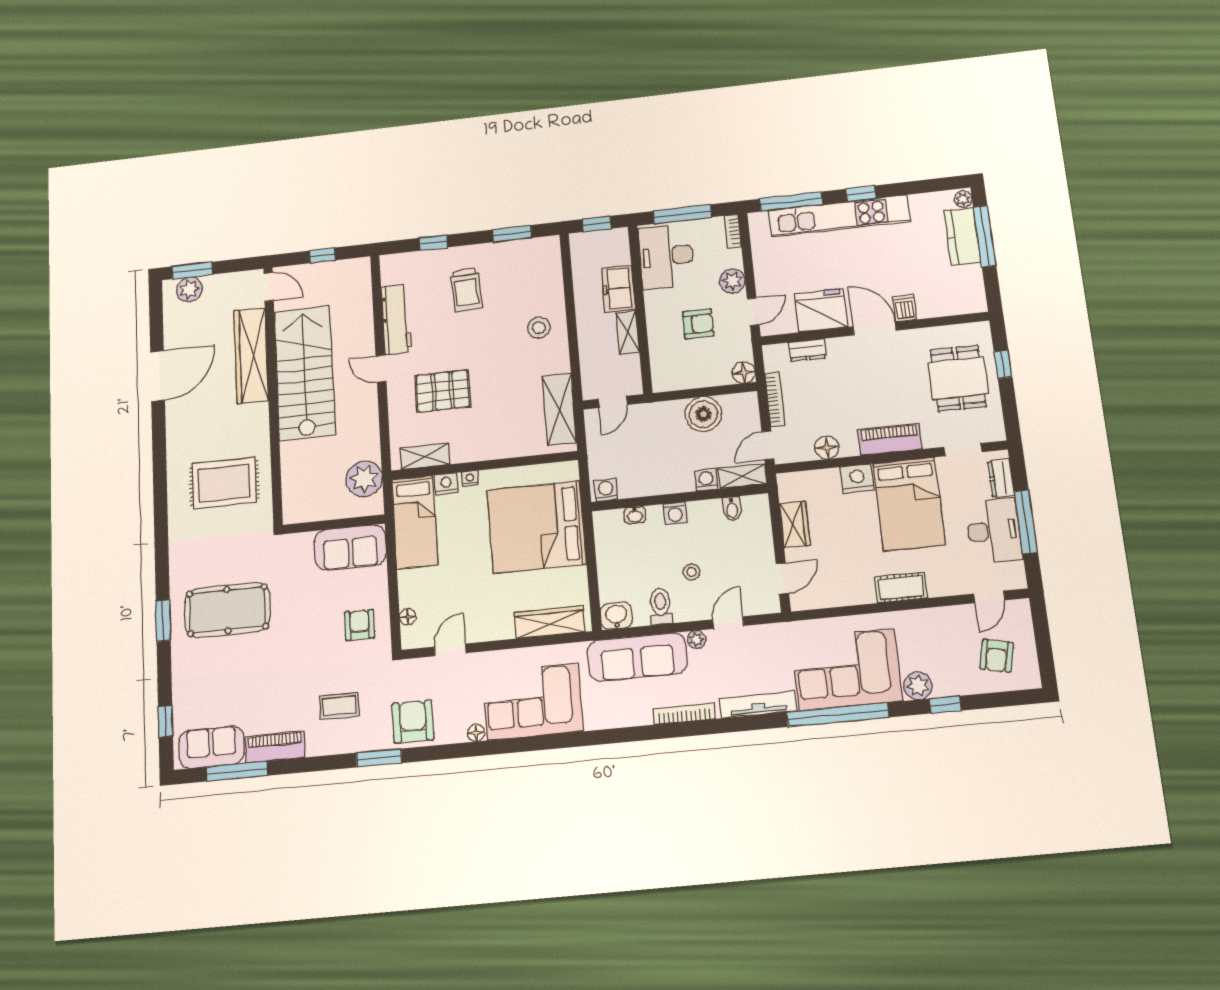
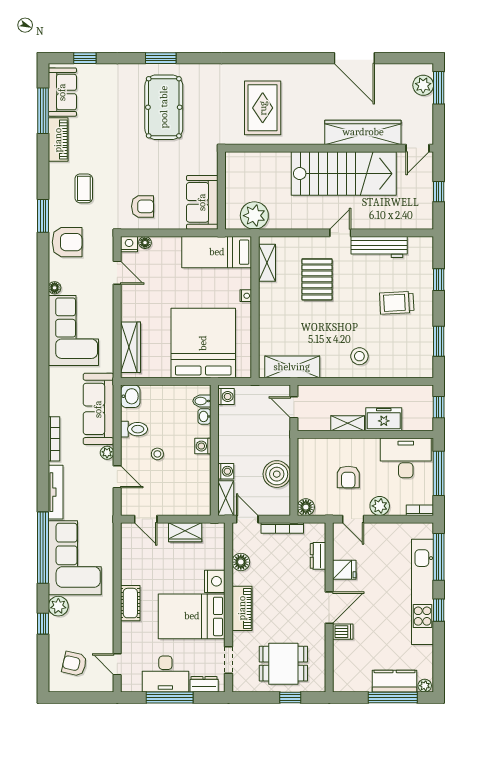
fridge: (821, 310) -> (344, 570), width x0.53, depth x0.75
nightstand: (446, 484) -> (129, 244), moved, turned -90
bidet: (732, 509) -> (202, 401), moved

